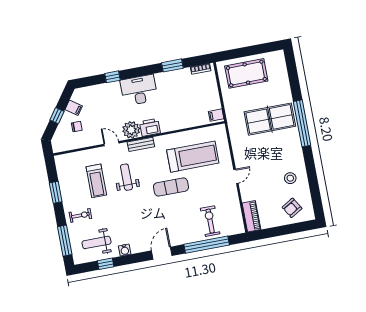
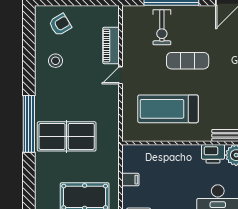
filing cabinet: (216, 115) -> (130, 180), moved
exercise mat: (171, 187) -> (188, 61), moved
piano: (251, 216) -> (111, 45), moved

